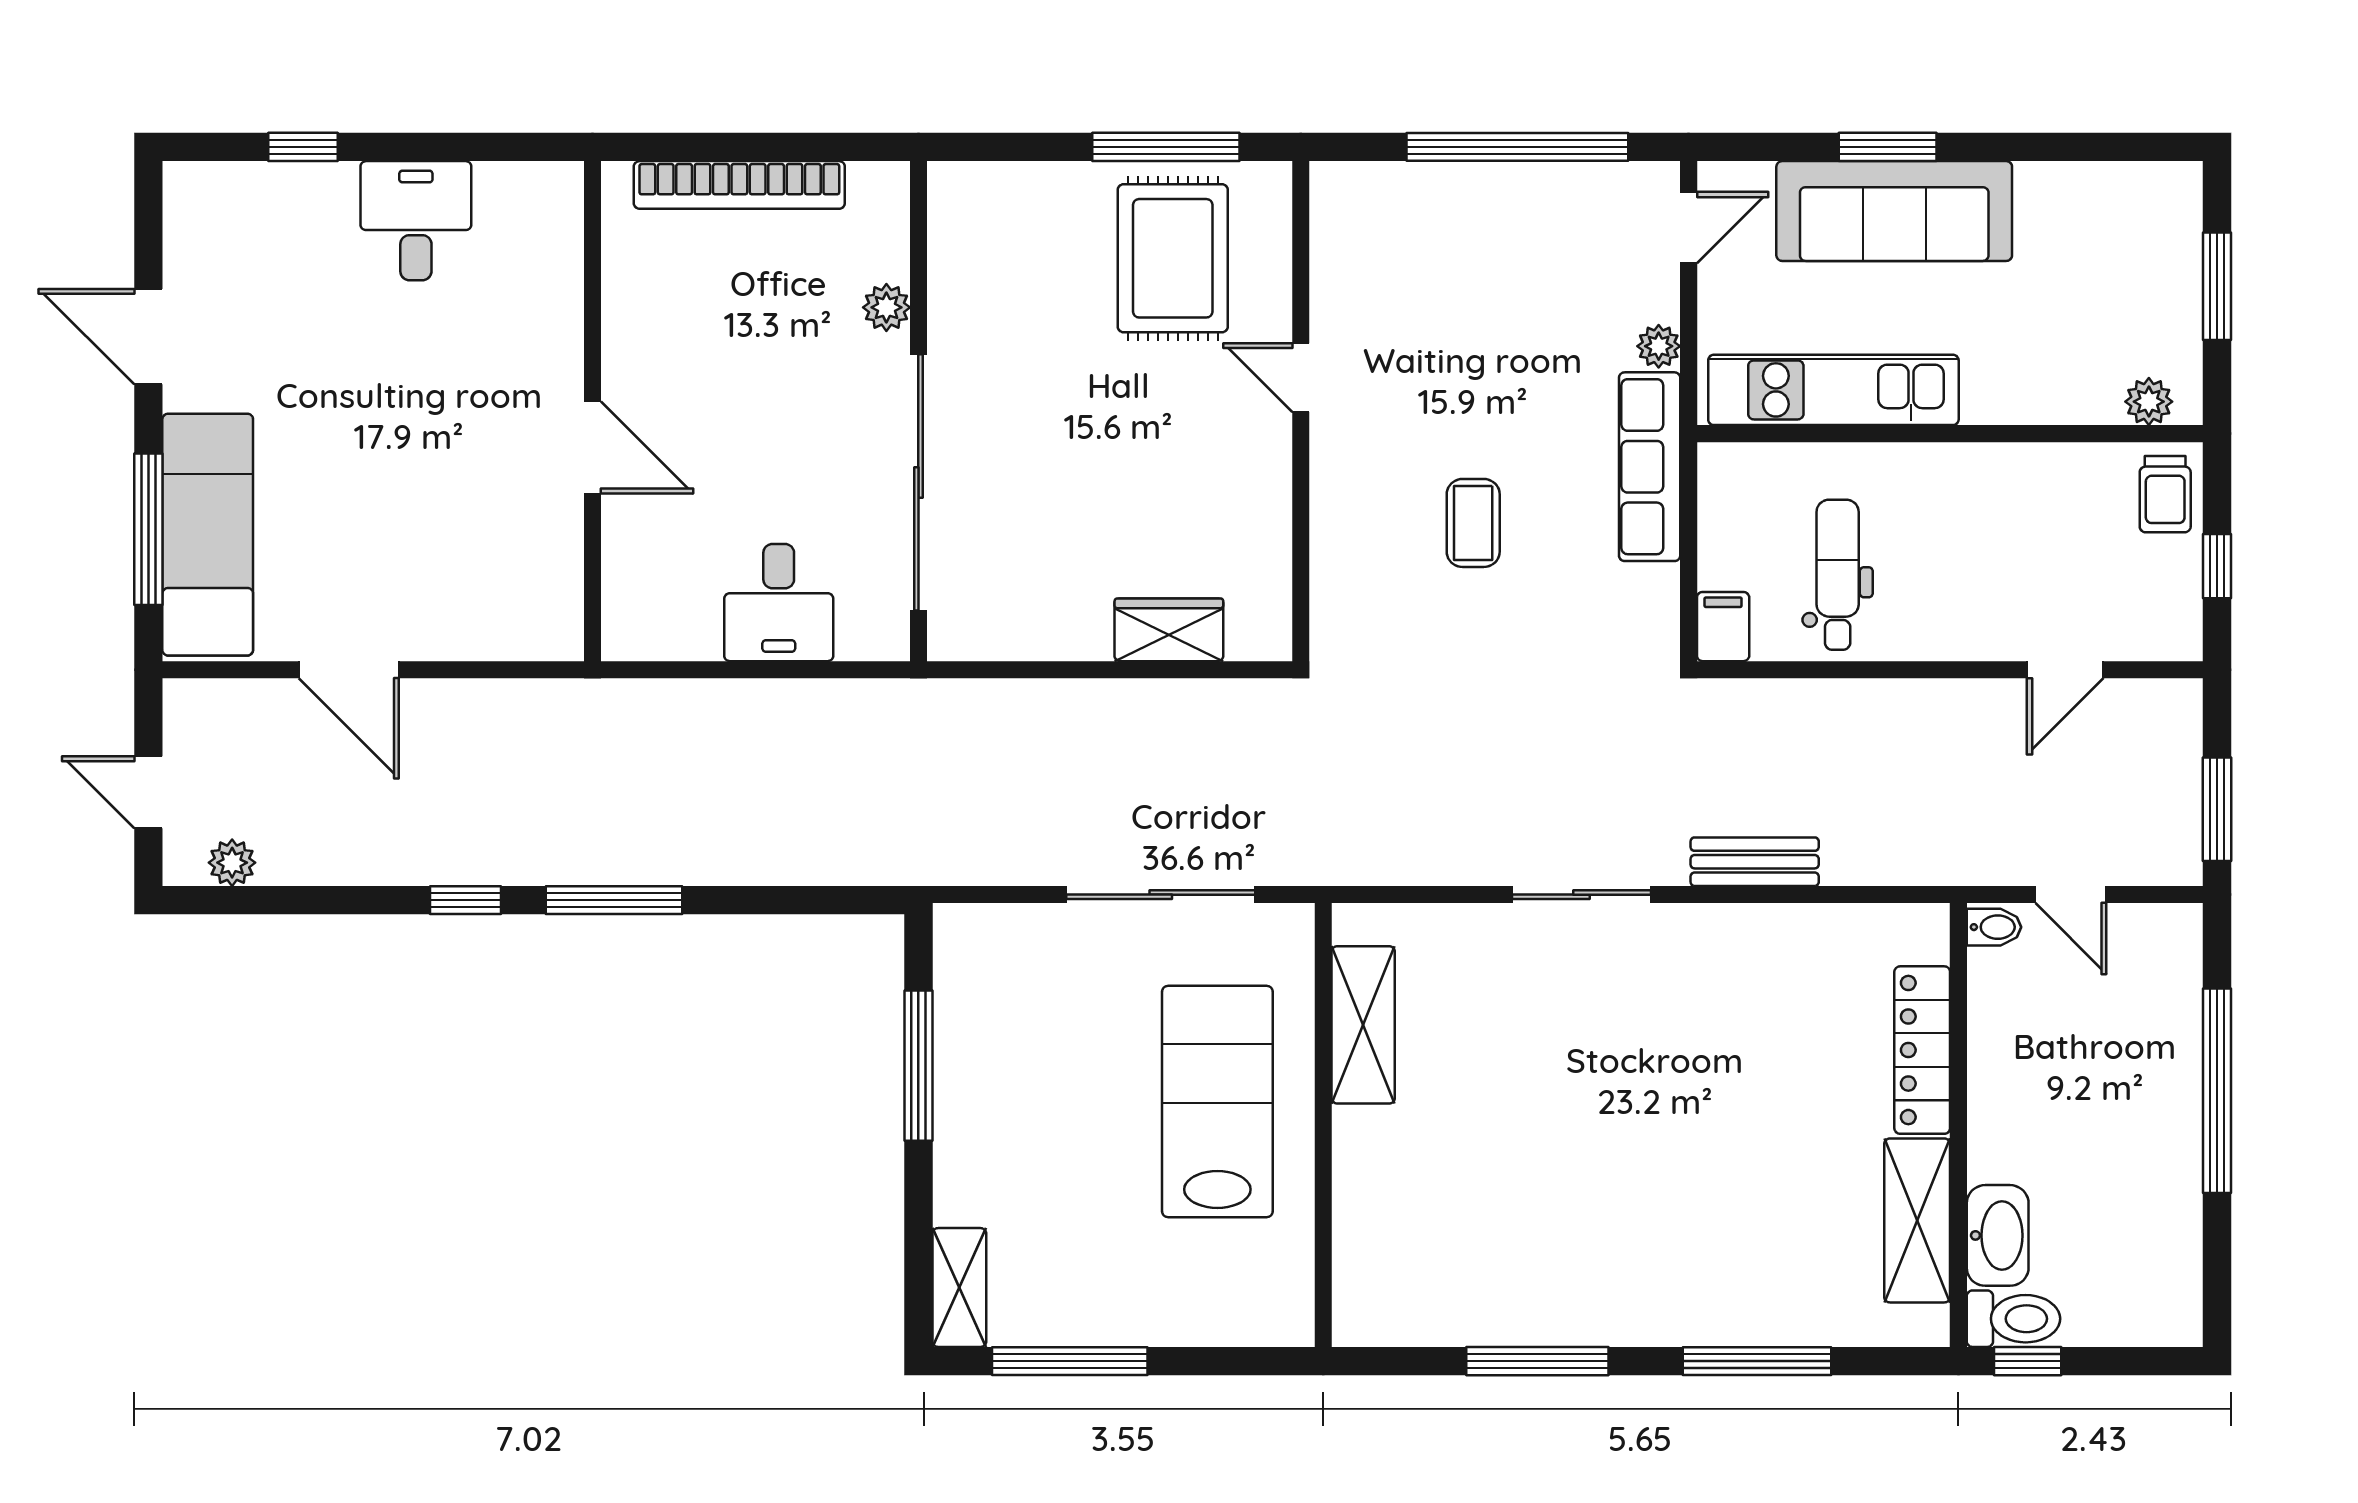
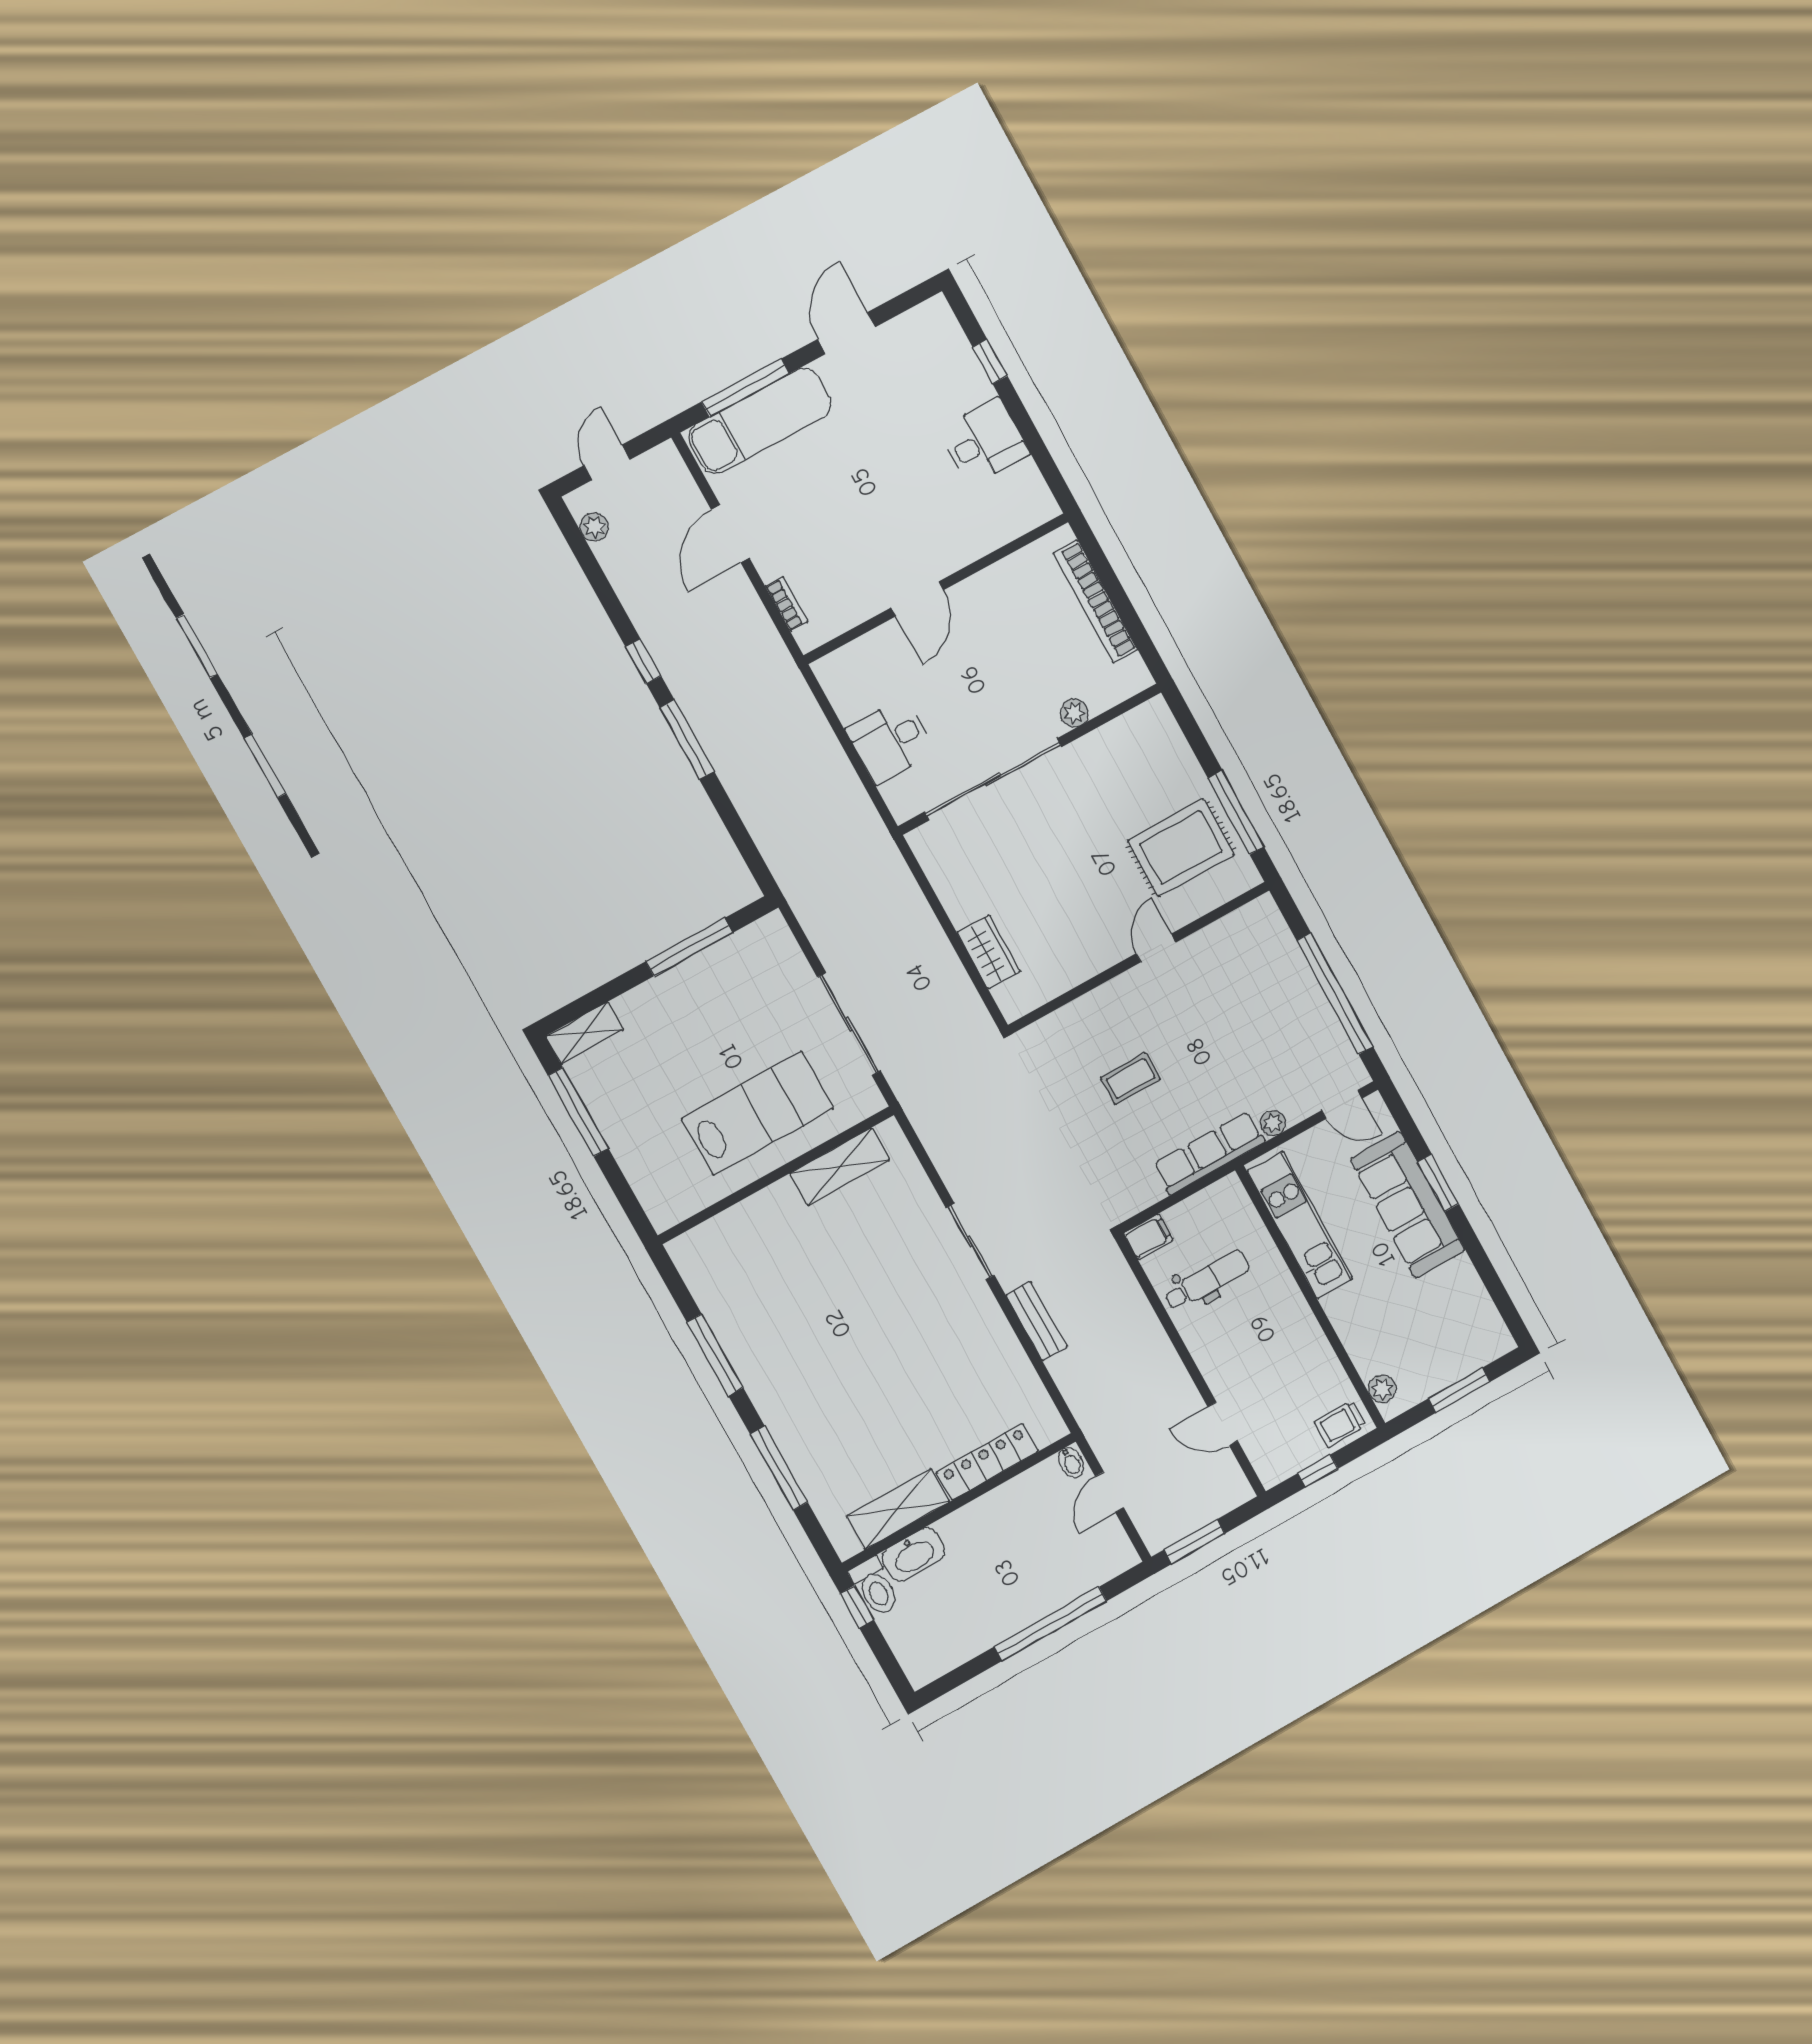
bookcase: (496, 644) -> (787, 604), added

